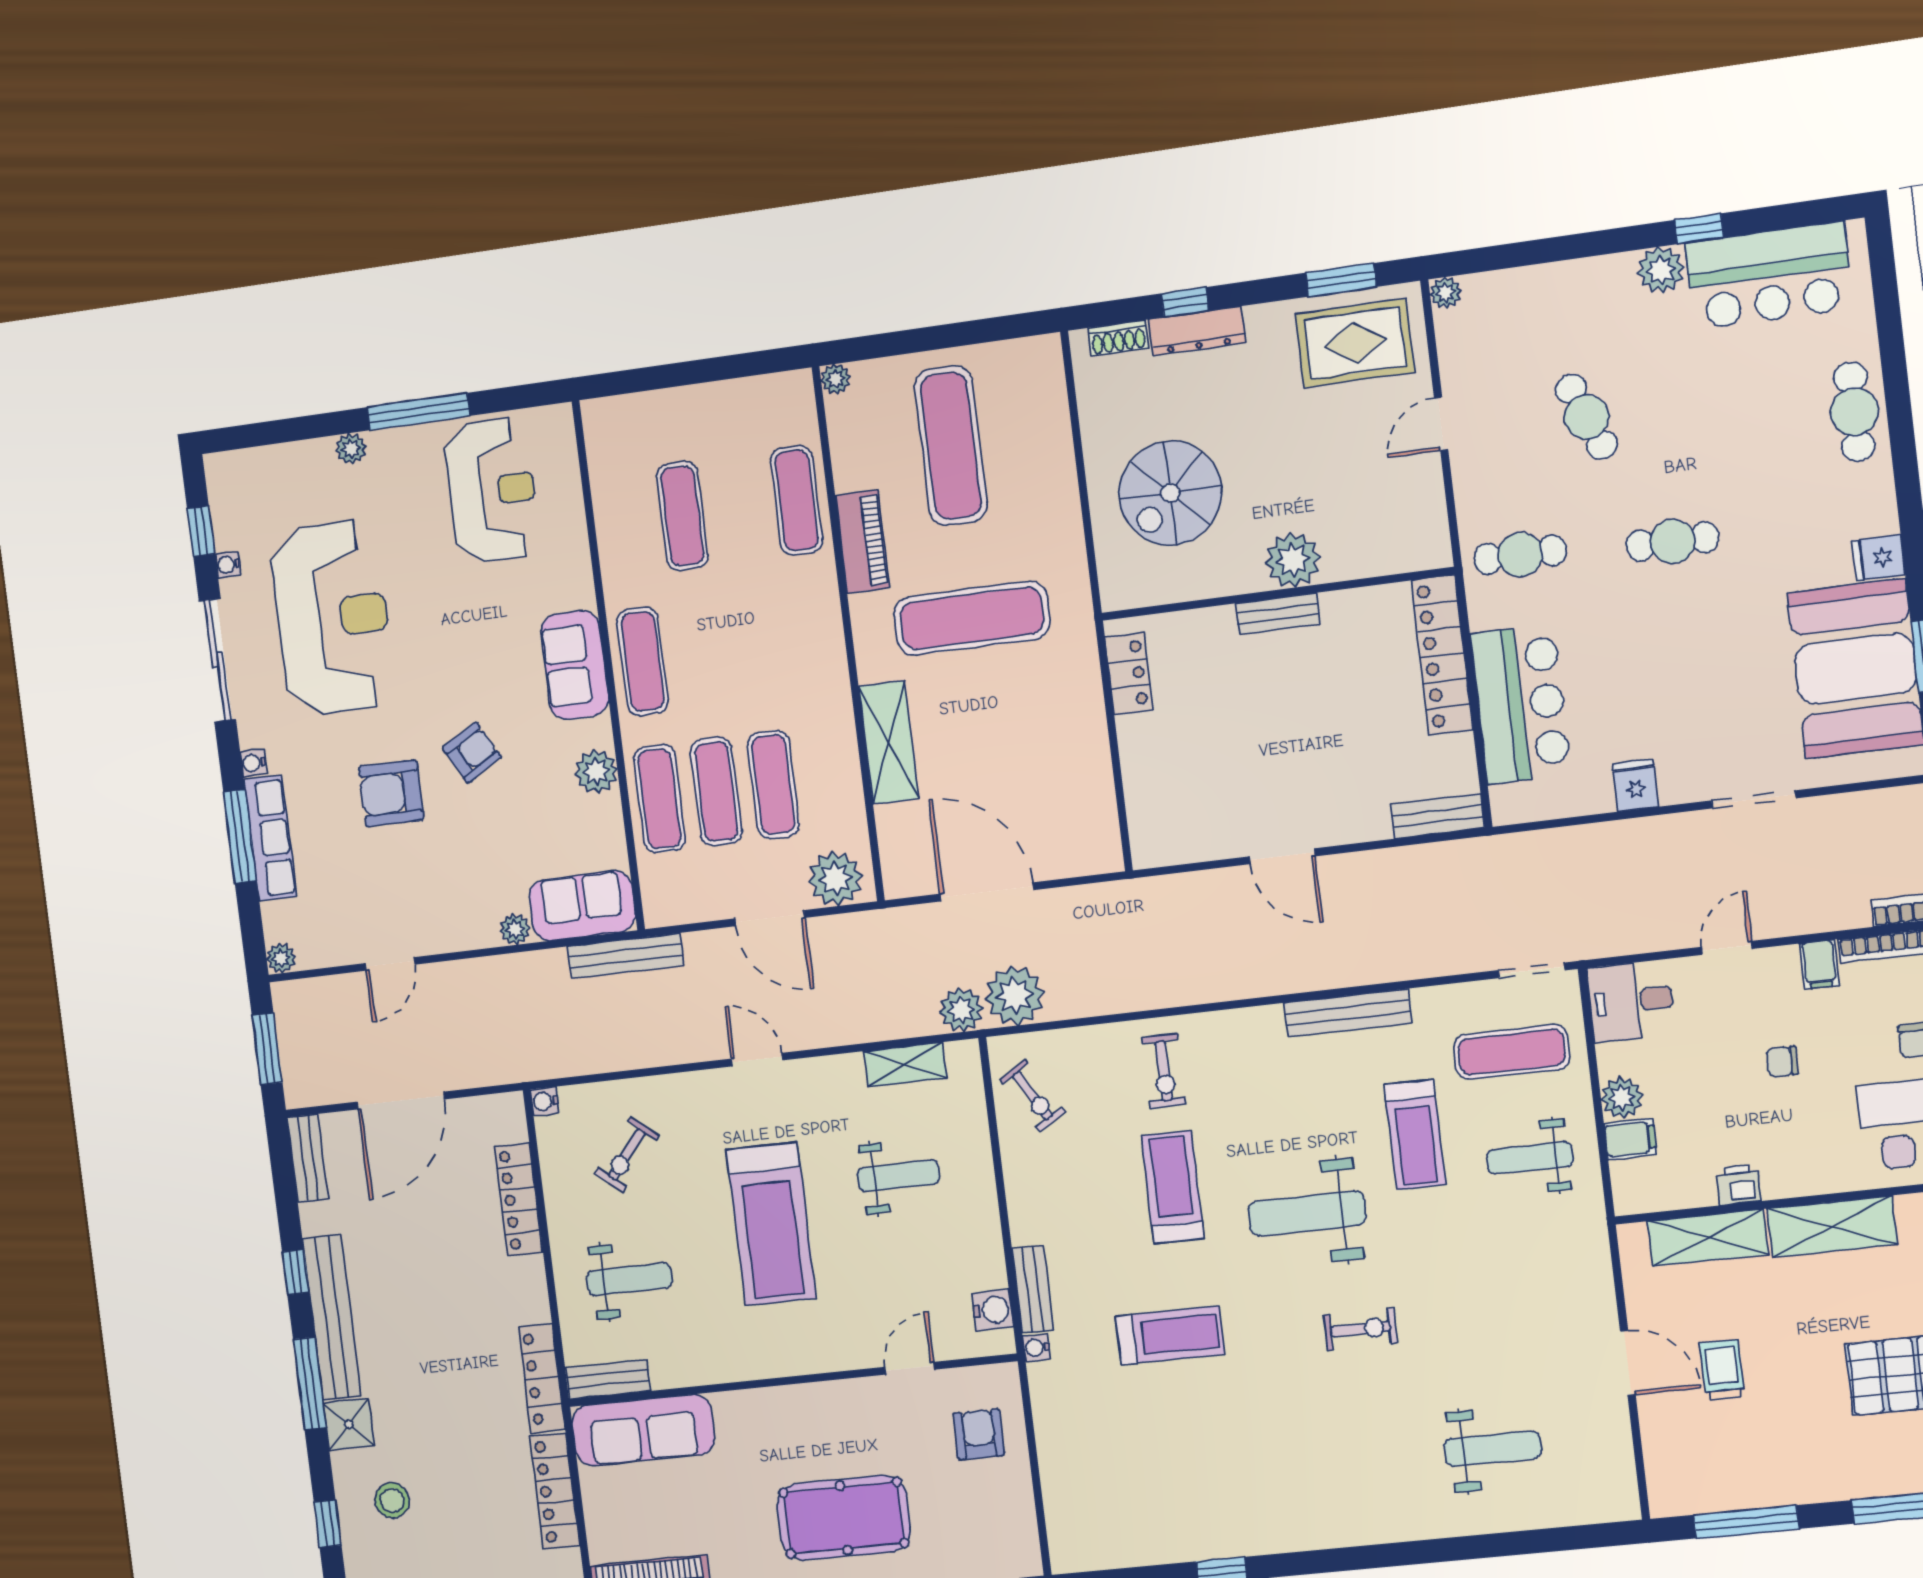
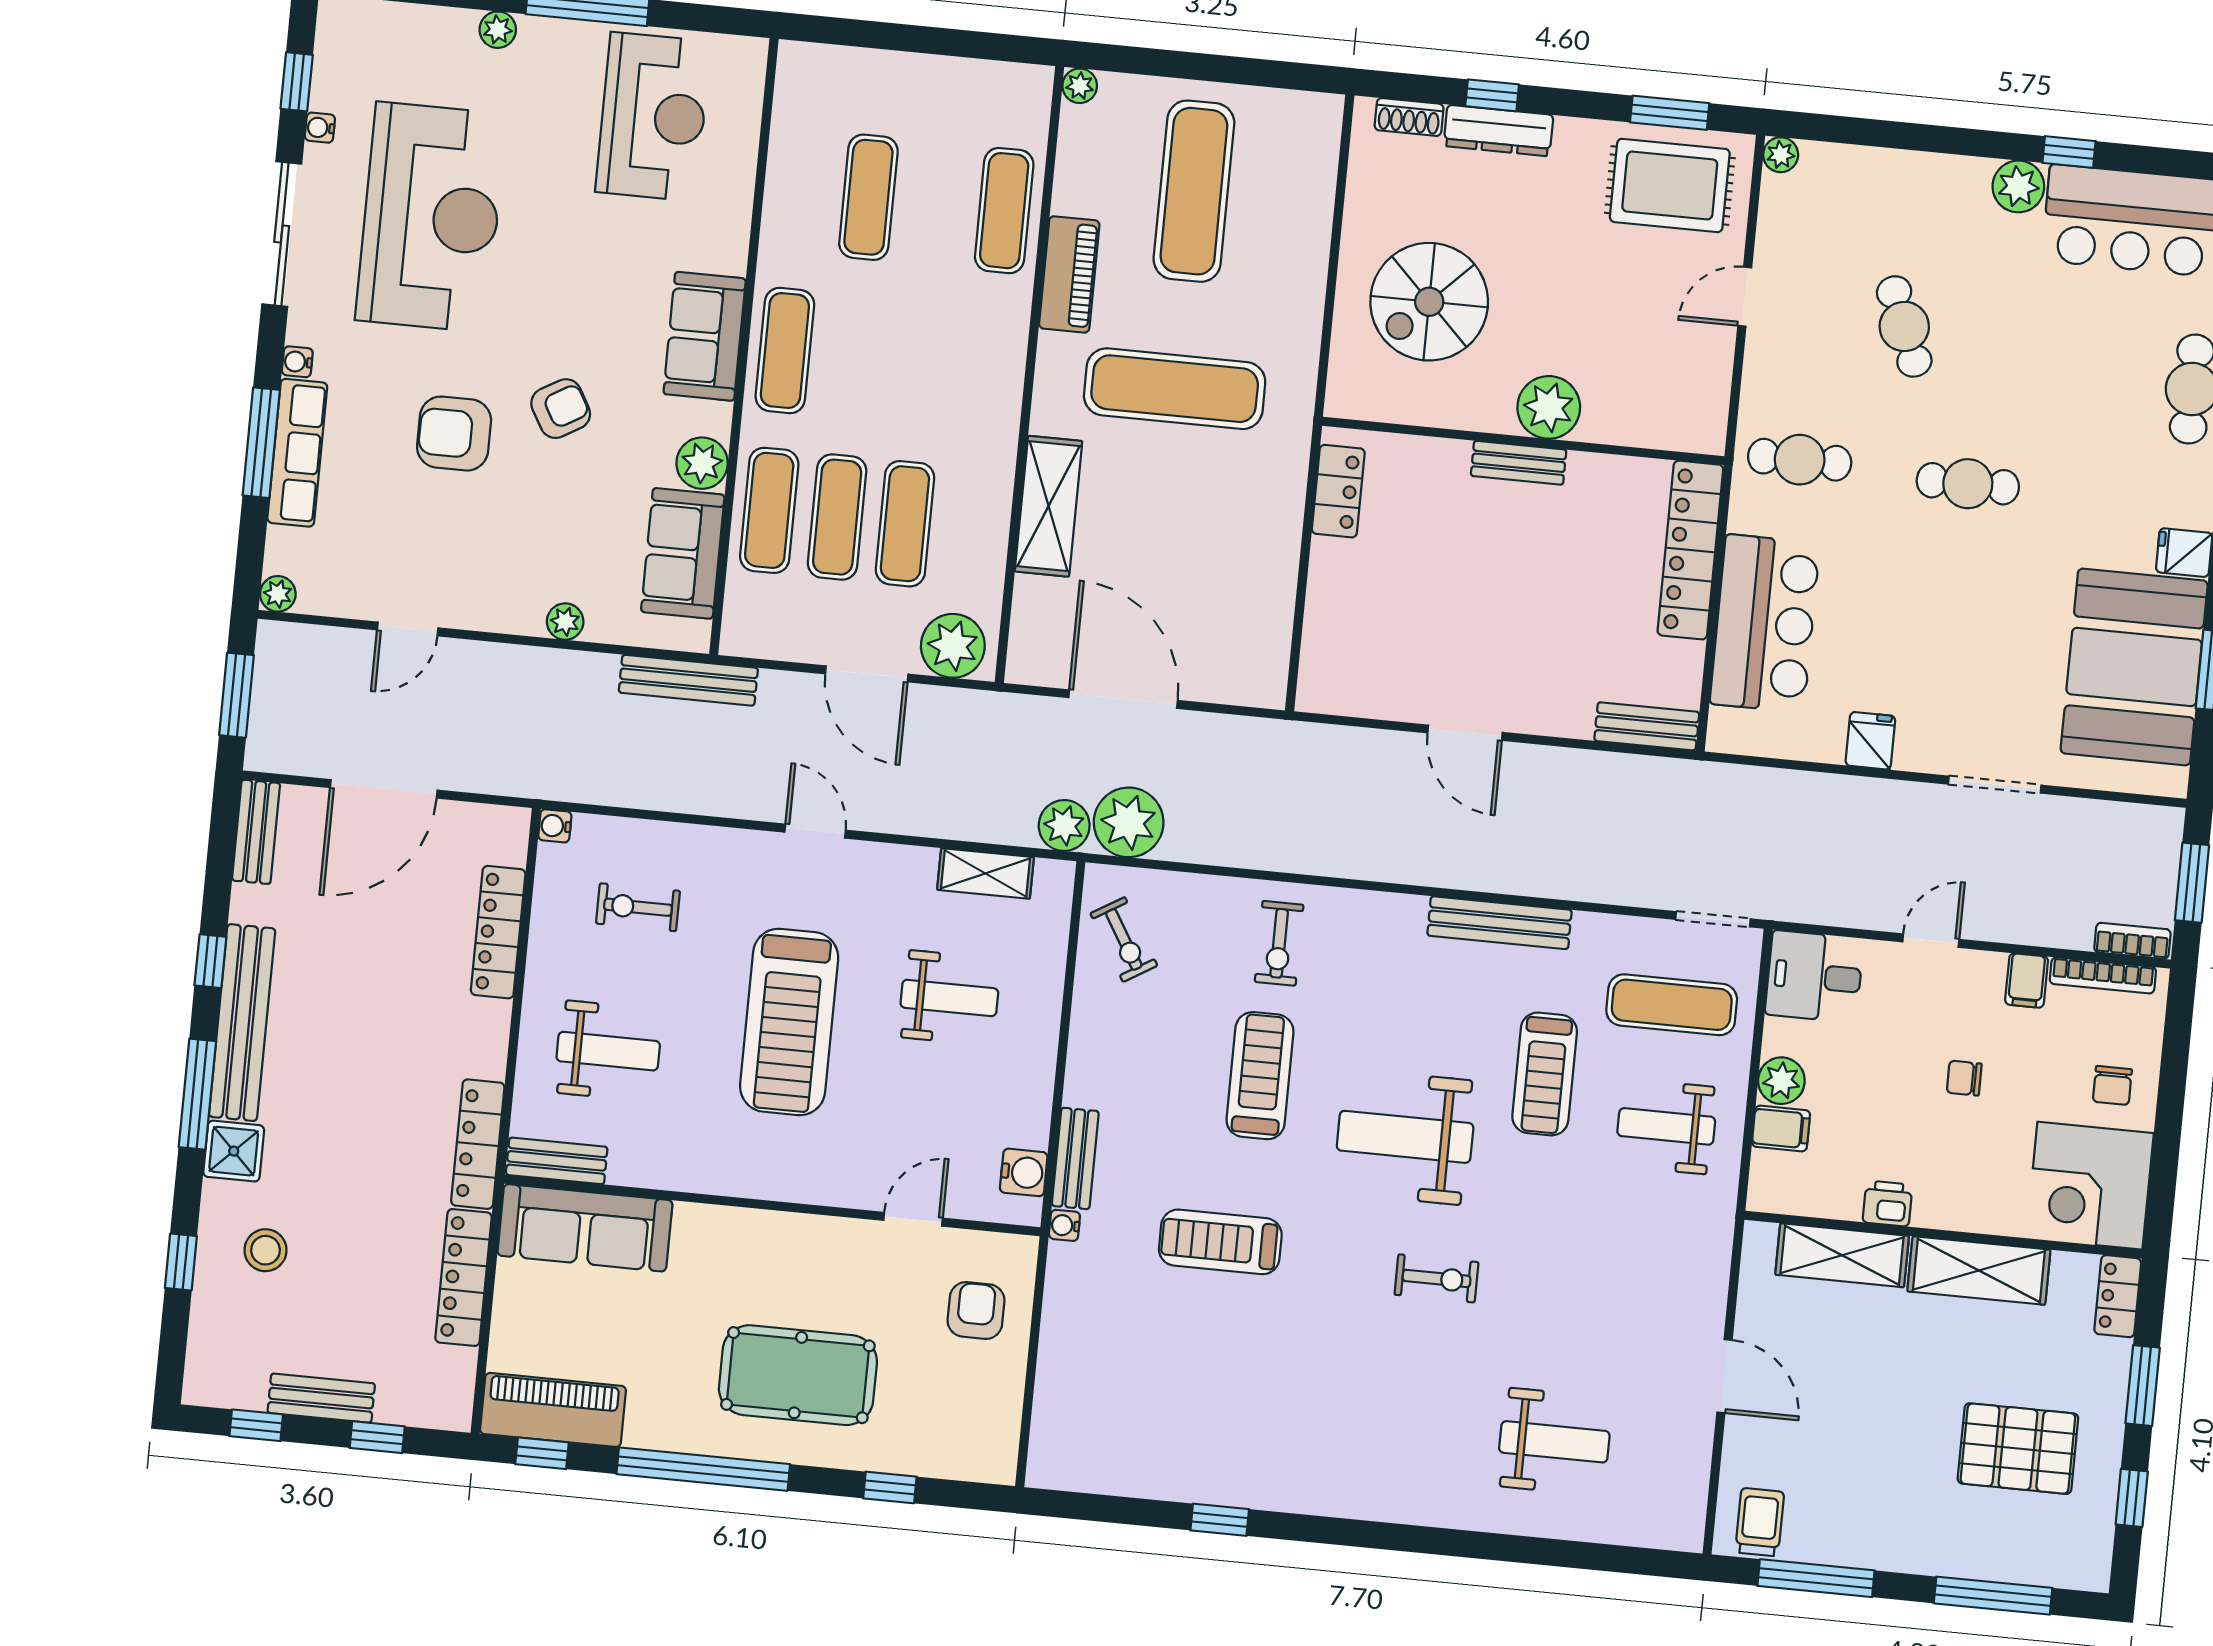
sofa: (582, 906) -> (683, 553), moved, turned -90
exercise bike: (627, 1154) -> (638, 907), turned 50
treadmill: (1170, 1335) -> (1220, 1242), turned 180
trolley: (1722, 1370) -> (1760, 1522), moved

